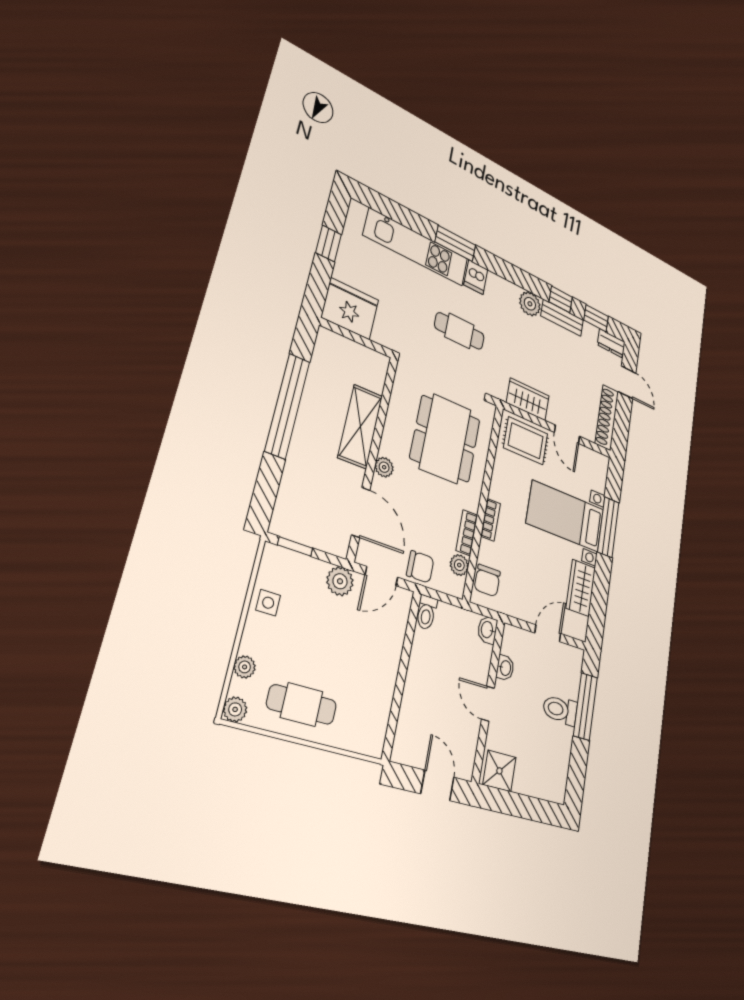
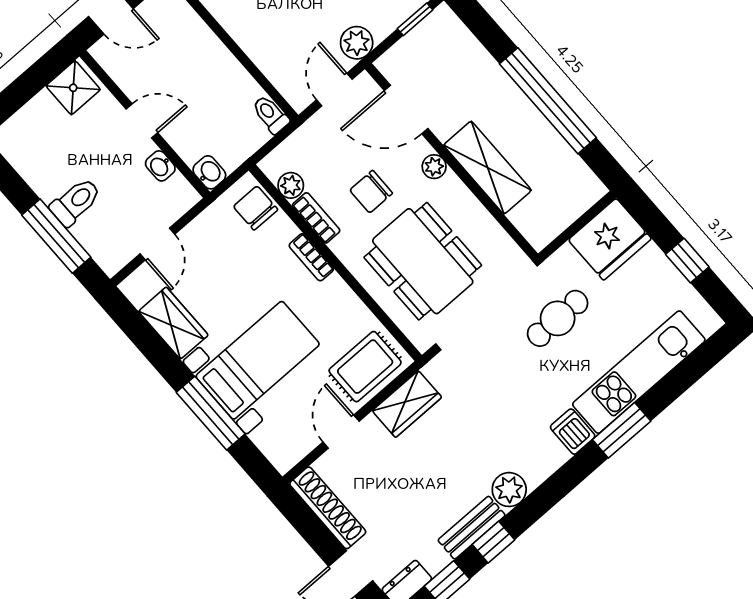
cafe table: (459, 331) -> (558, 318), moved
door: (567, 434) -> (341, 432), hinge flipped
chair: (420, 567) -> (371, 192), moved

